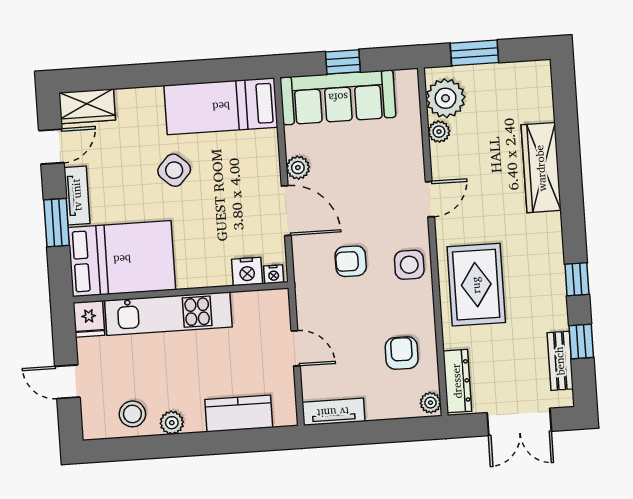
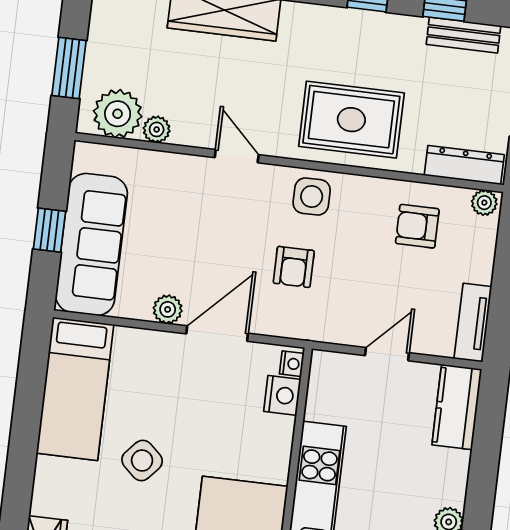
kitchen counter: (239, 414) -> (457, 407), moved

